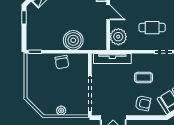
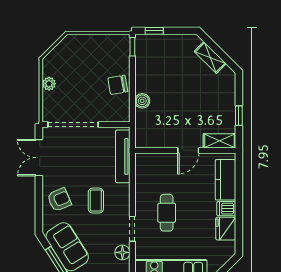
window: (24, 17) -> (154, 31), moved
plant: (118, 37) -> (154, 165), removed
boiler: (73, 40) -> (142, 101), width x0.54, depth x0.54
armchair: (143, 103) -> (59, 200), turned -125

